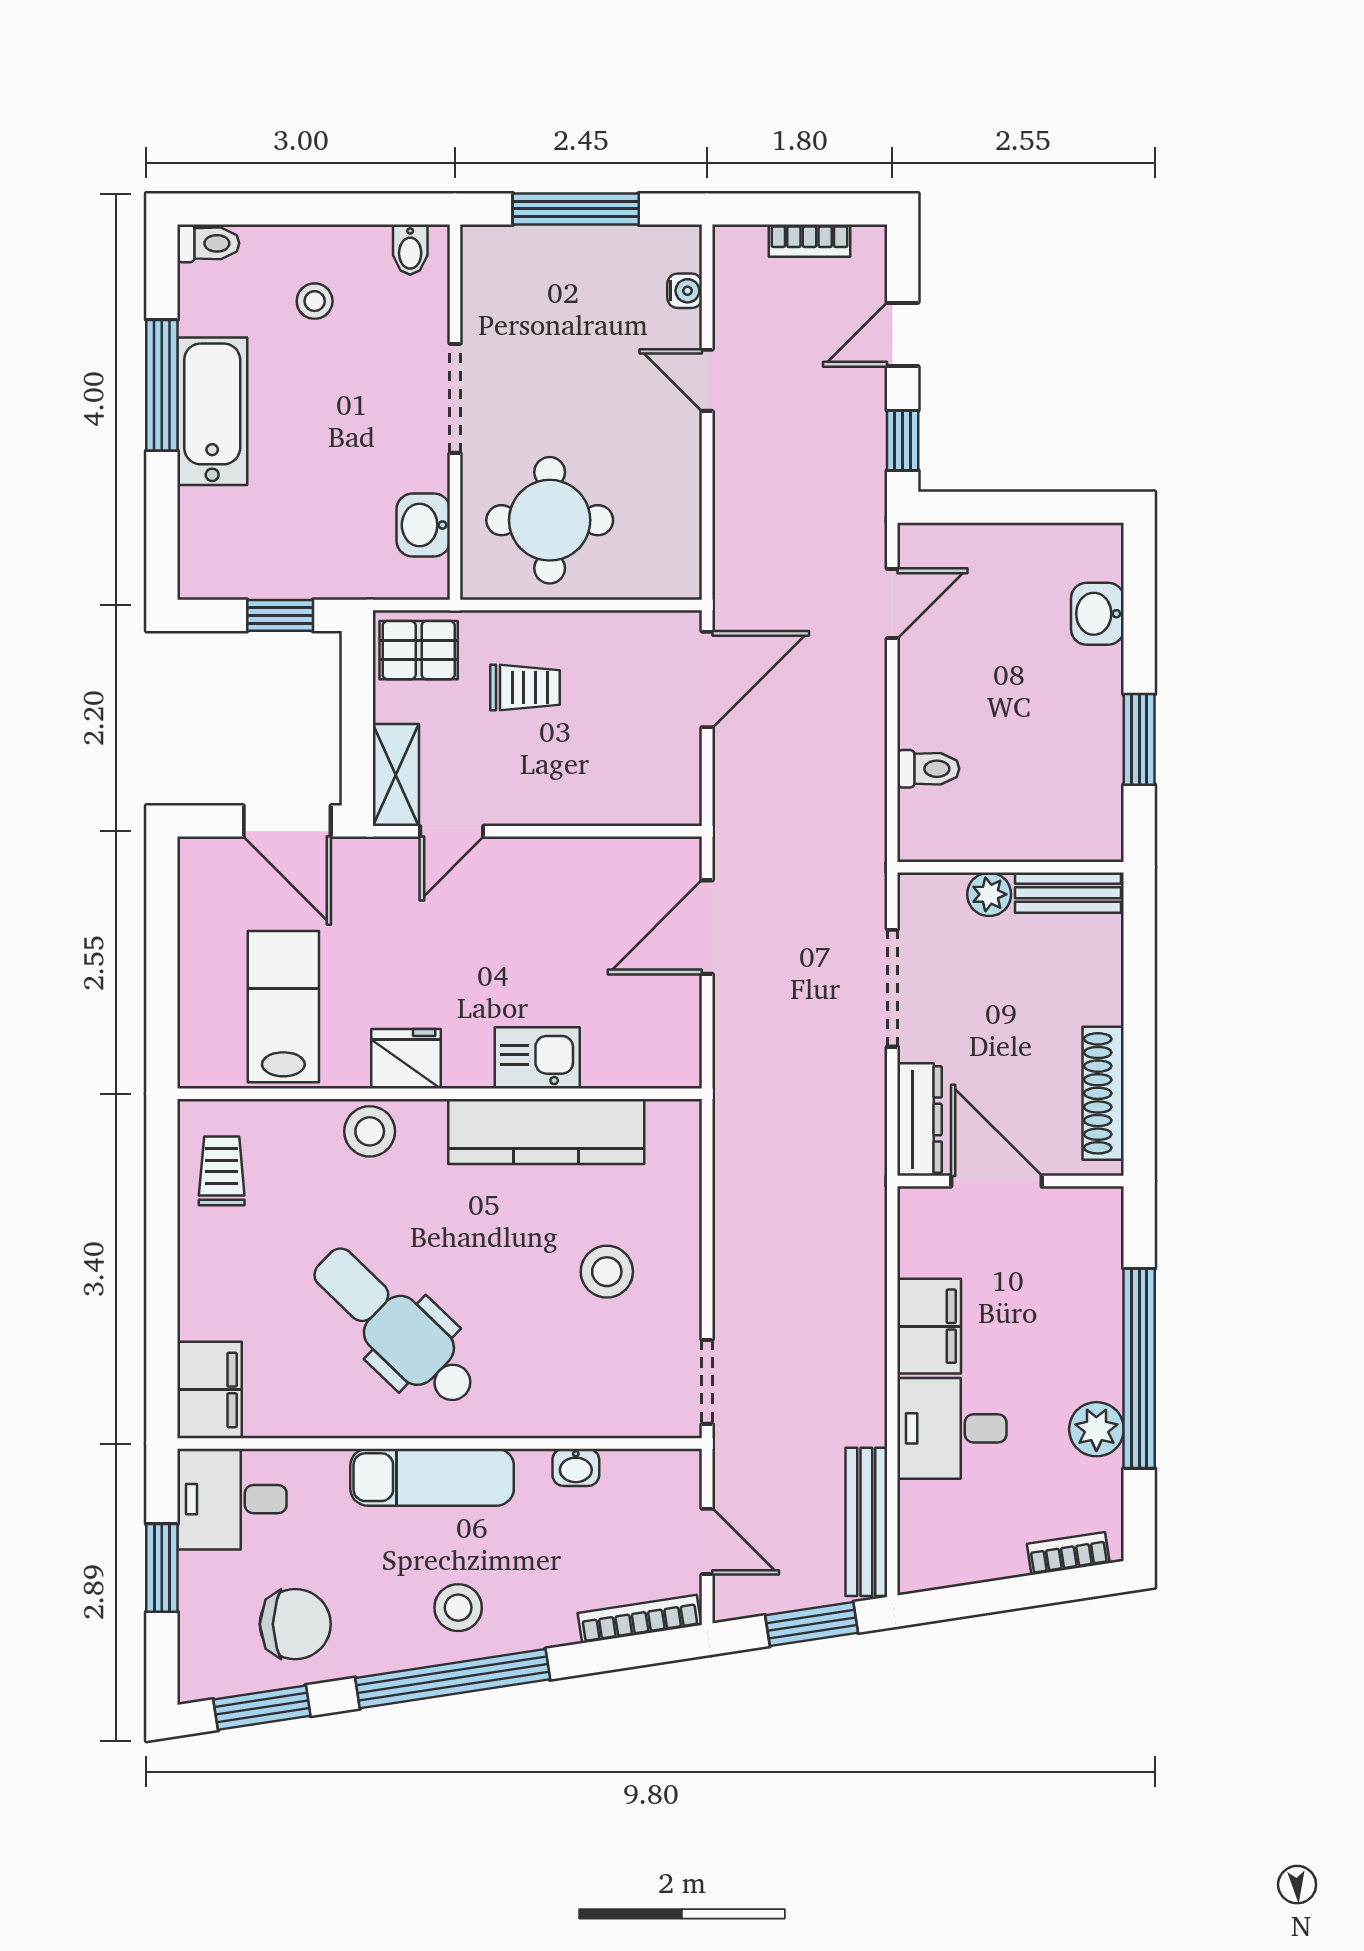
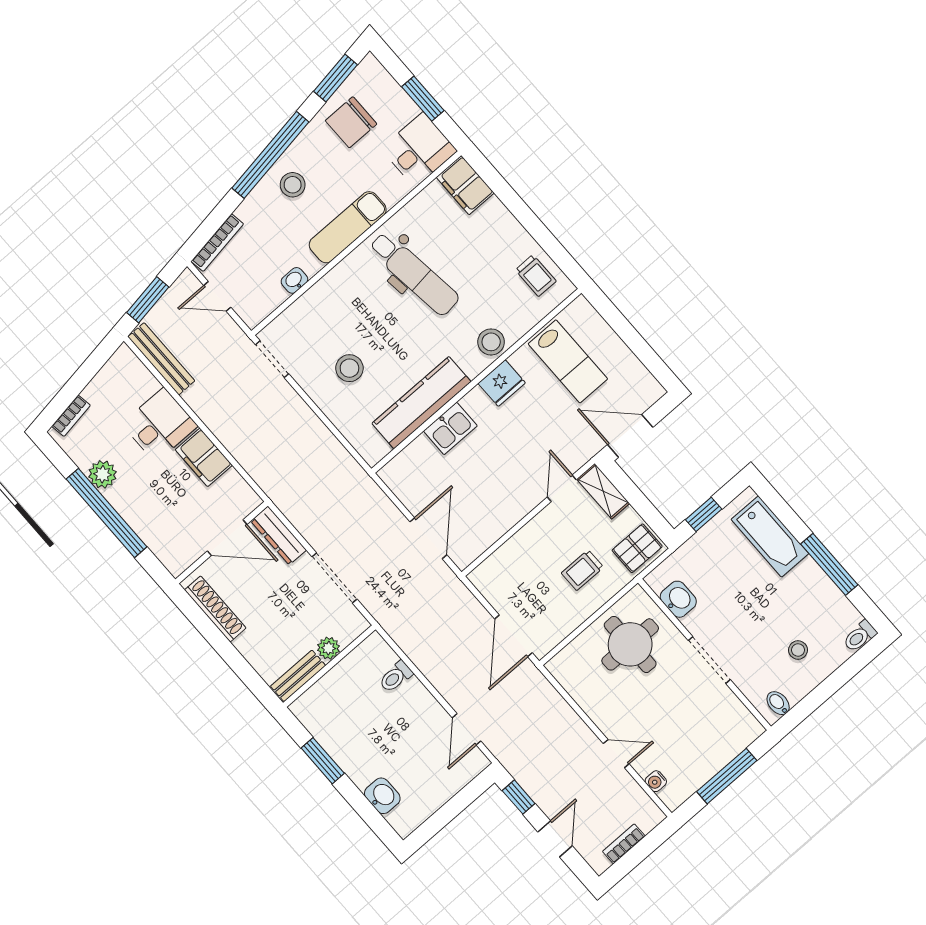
bathtub: (212, 411) -> (770, 536), moved
dental chair: (395, 1327) -> (414, 274), turned 39

